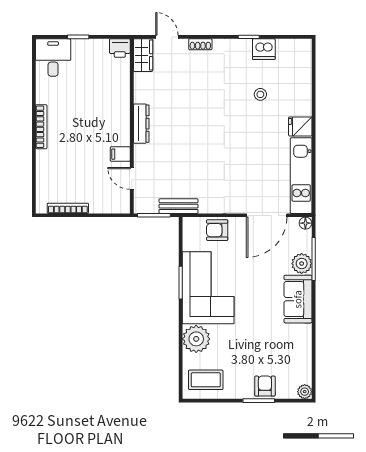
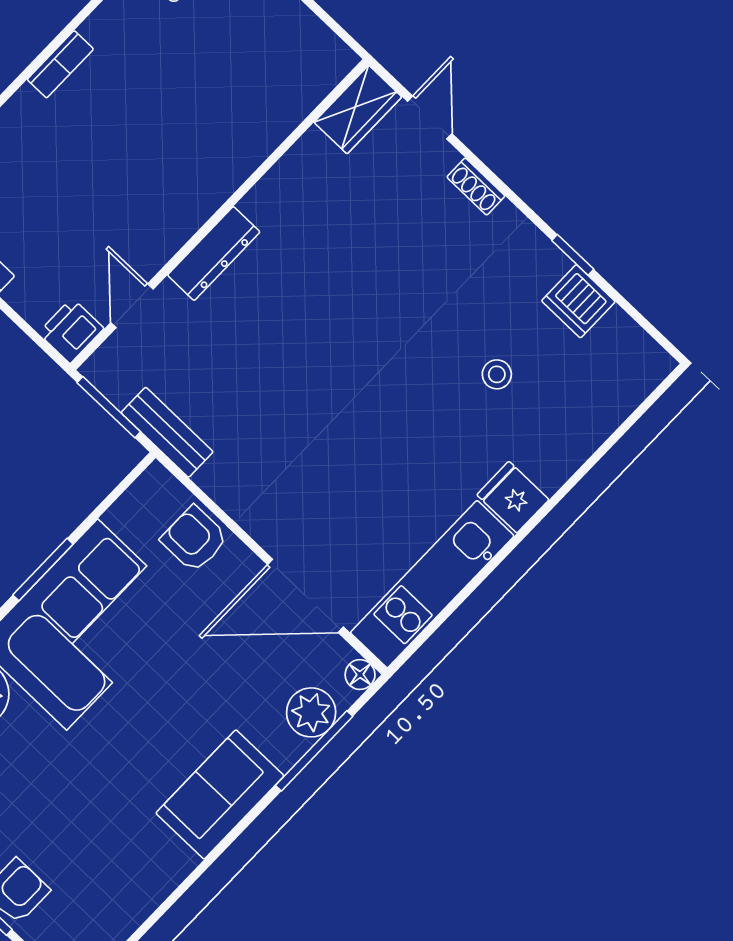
printer: (120, 48) -> (71, 331), moved, turned 90
dresser: (141, 124) -> (214, 254), moved
bookcase: (41, 127) -> (60, 64), width x0.64
filing cabinet: (120, 154) -> (152, 244), removed
plant: (302, 264) -> (311, 712), moved

